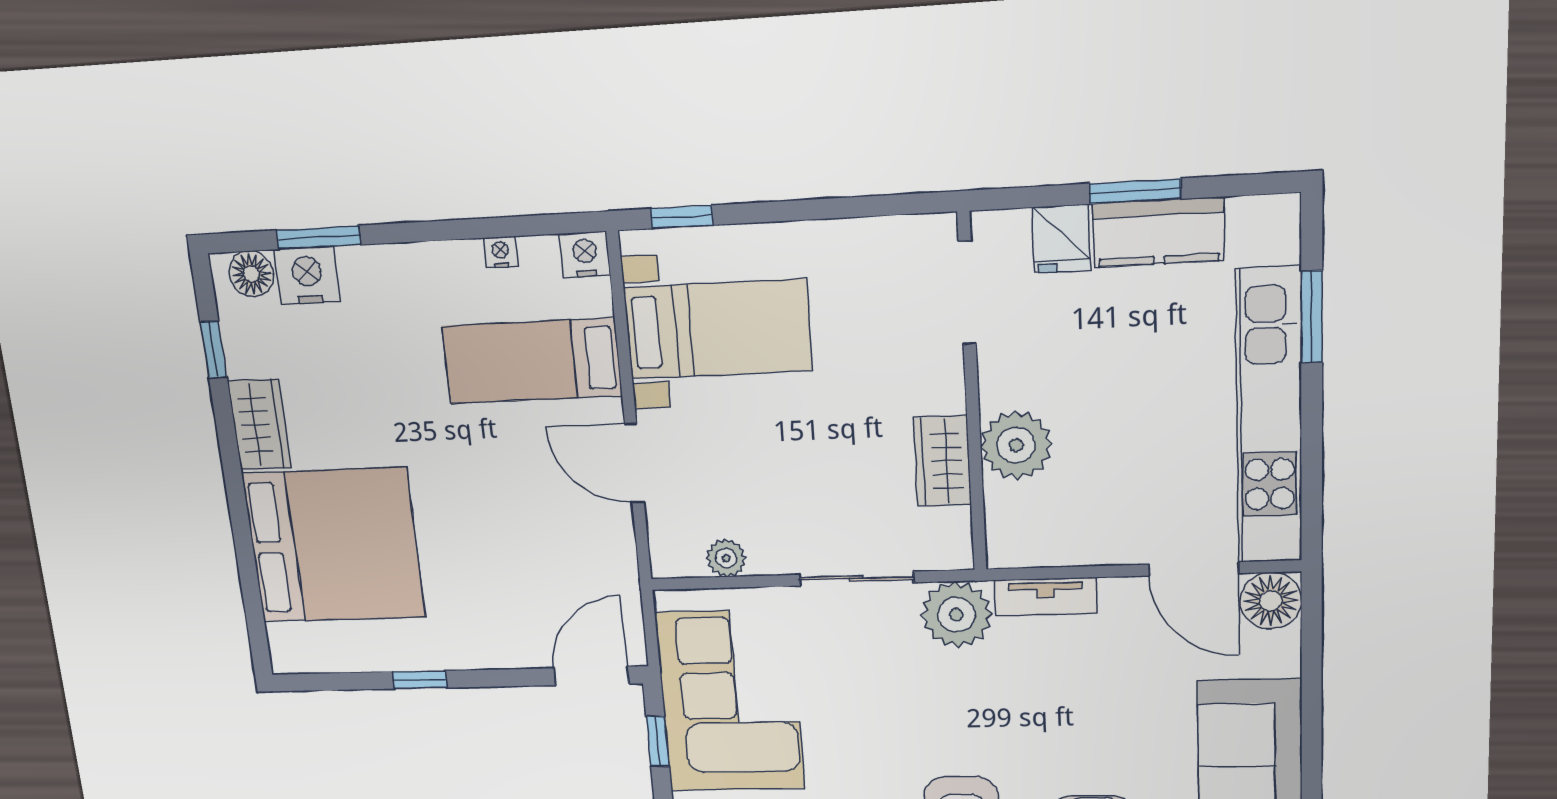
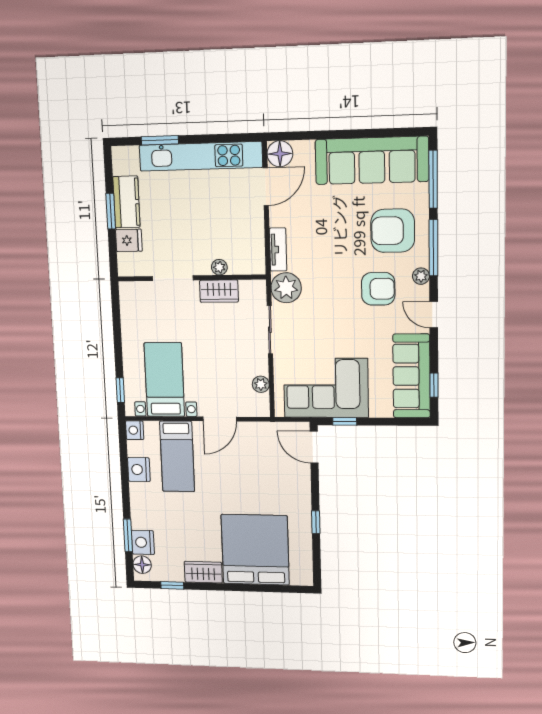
nightstand: (500, 252) -> (139, 469), width x1.89, depth x1.79
doorway: (967, 293) -> (173, 278), moved
plant: (1016, 445) -> (219, 267), width x0.53, depth x0.53

